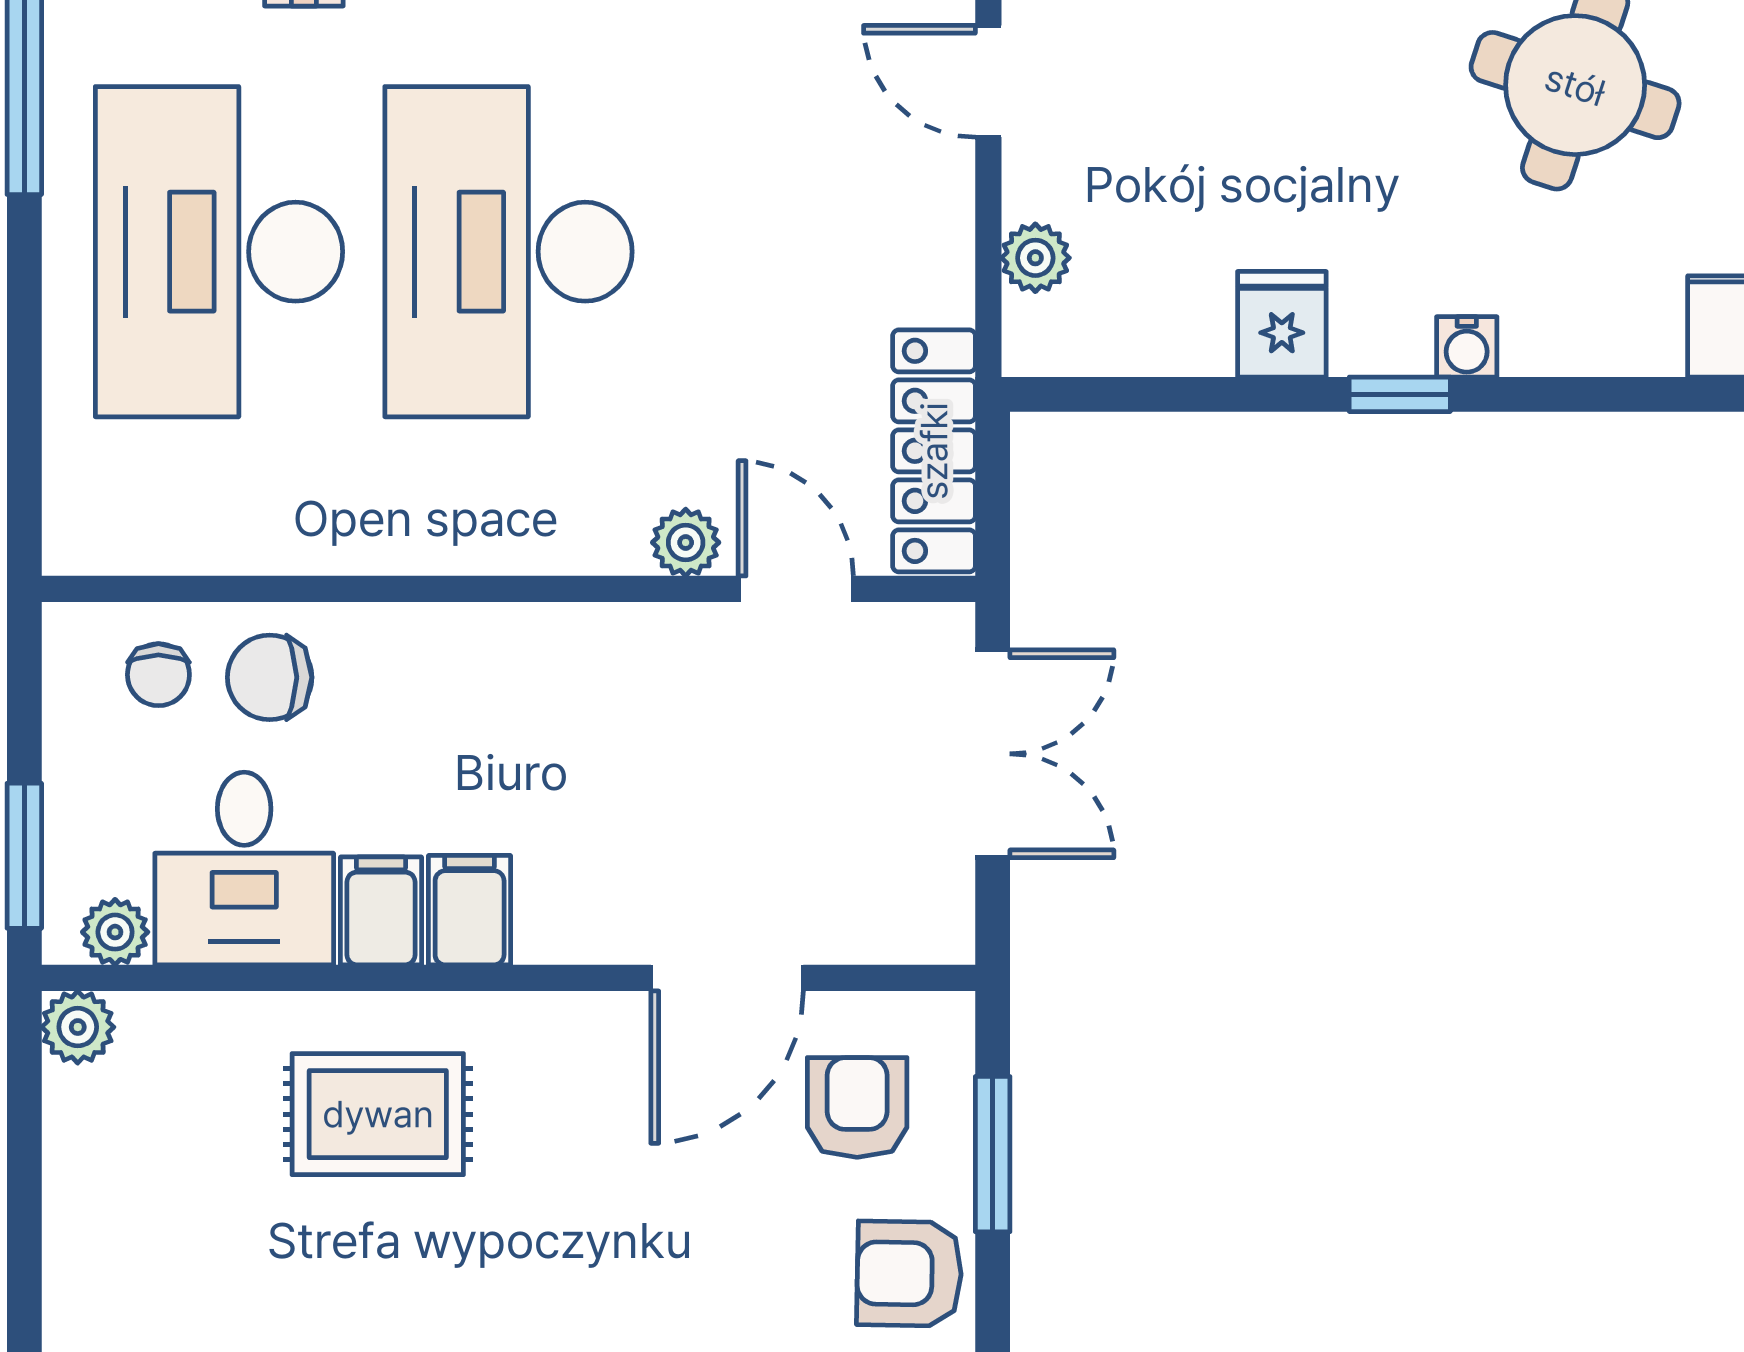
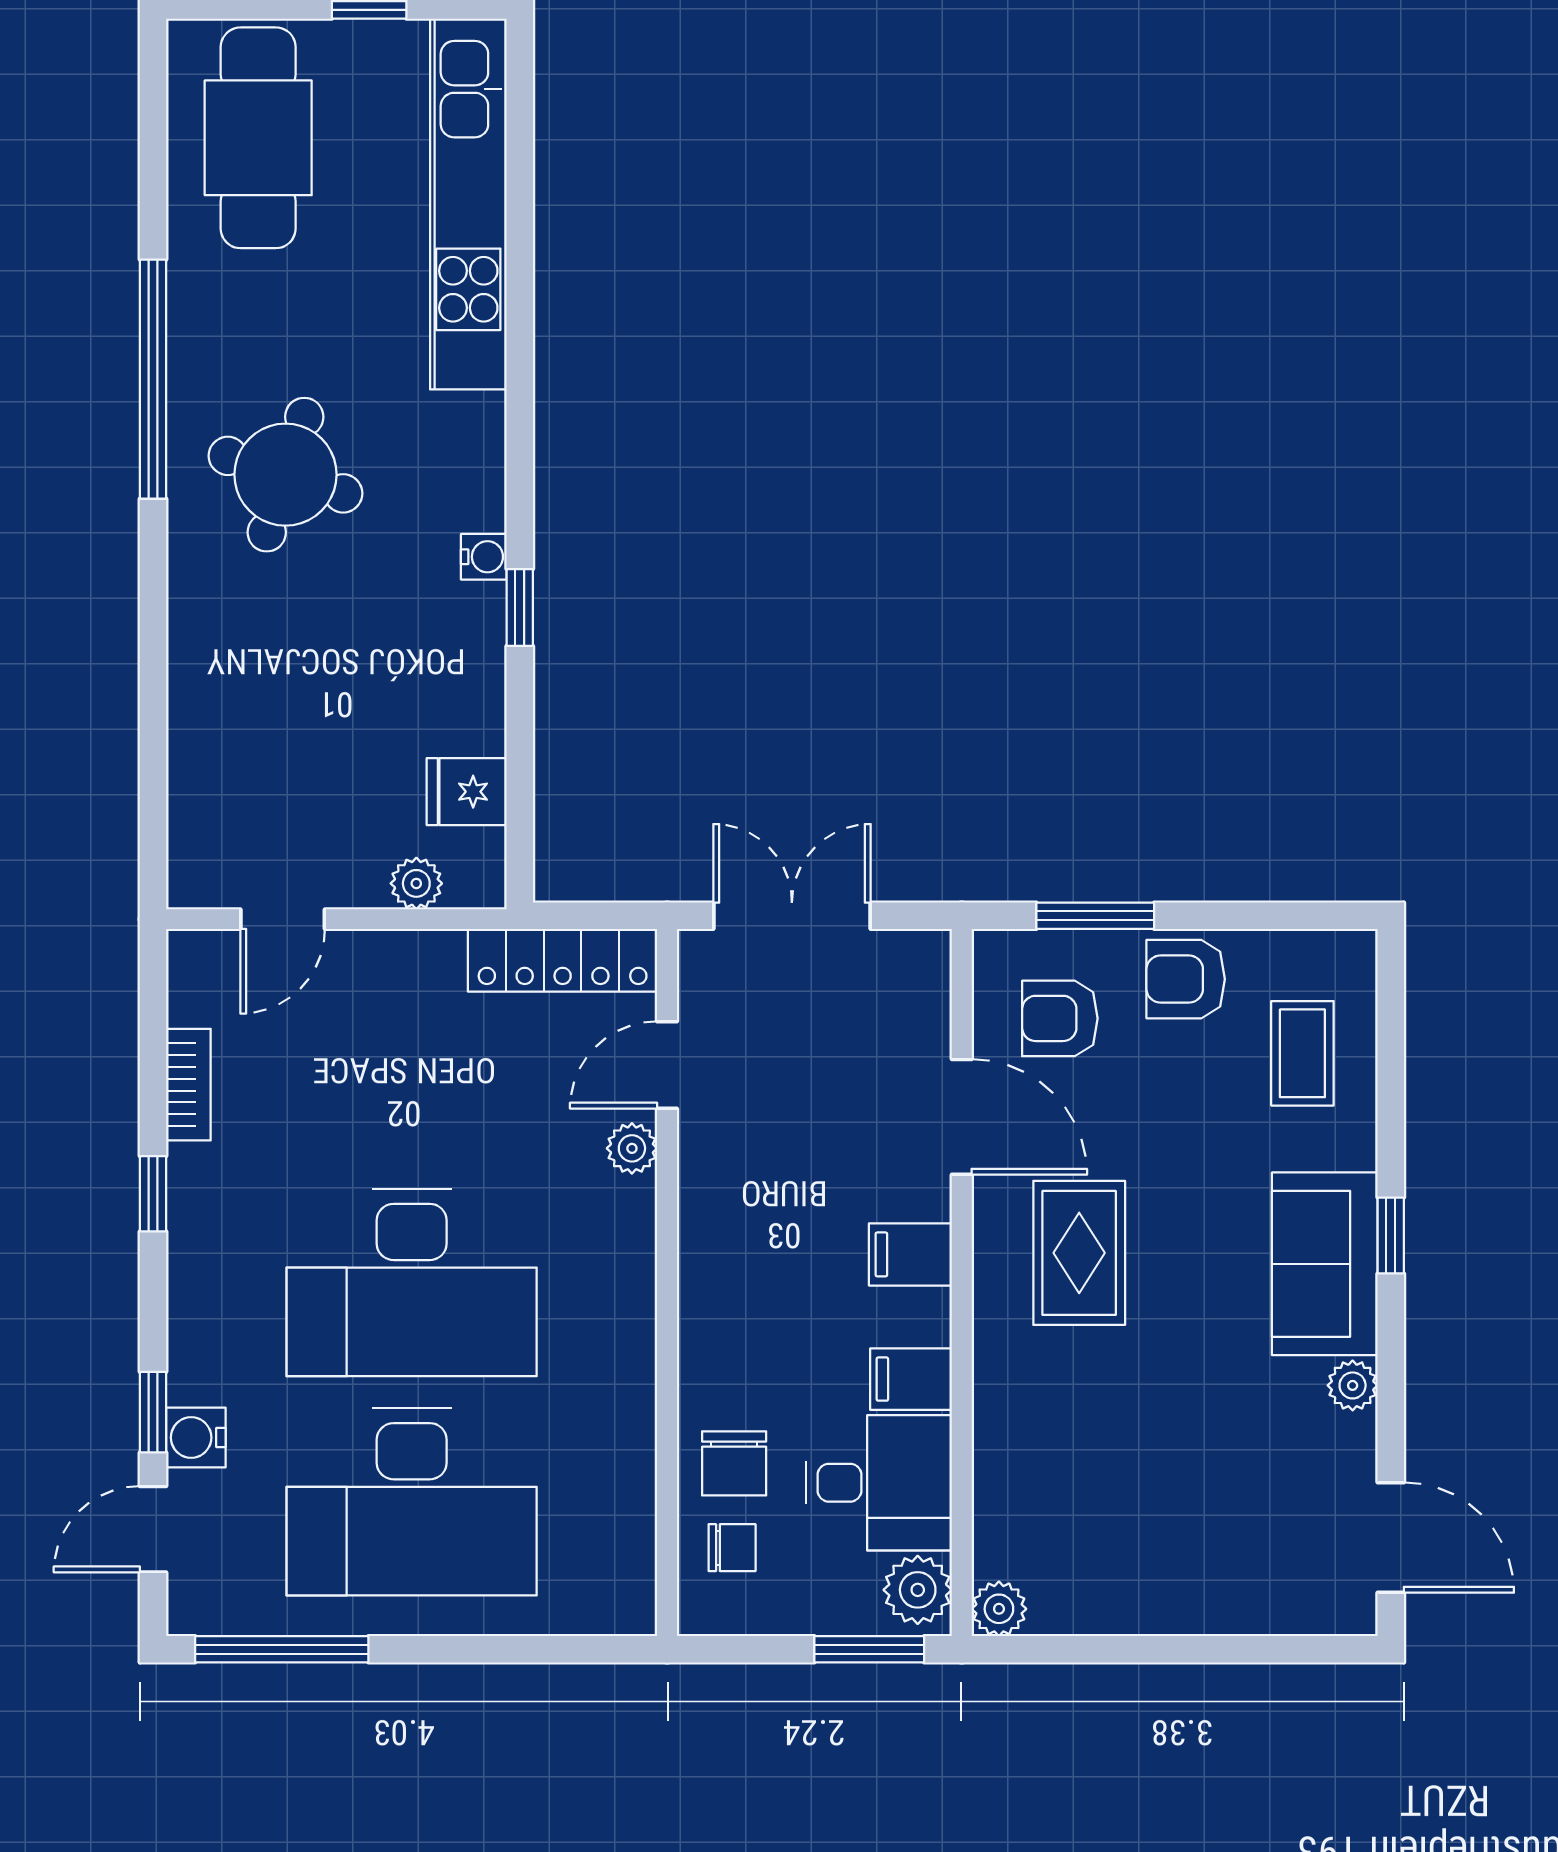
fridge: (1282, 324) -> (467, 792), moved
filing cabinet: (470, 910) -> (910, 1254), moved
plant: (115, 932) -> (918, 1590), width x1.38, depth x1.38
rug: (378, 1114) -> (1079, 1253), moved
armchair: (909, 1274) -> (1186, 979), turned 89

